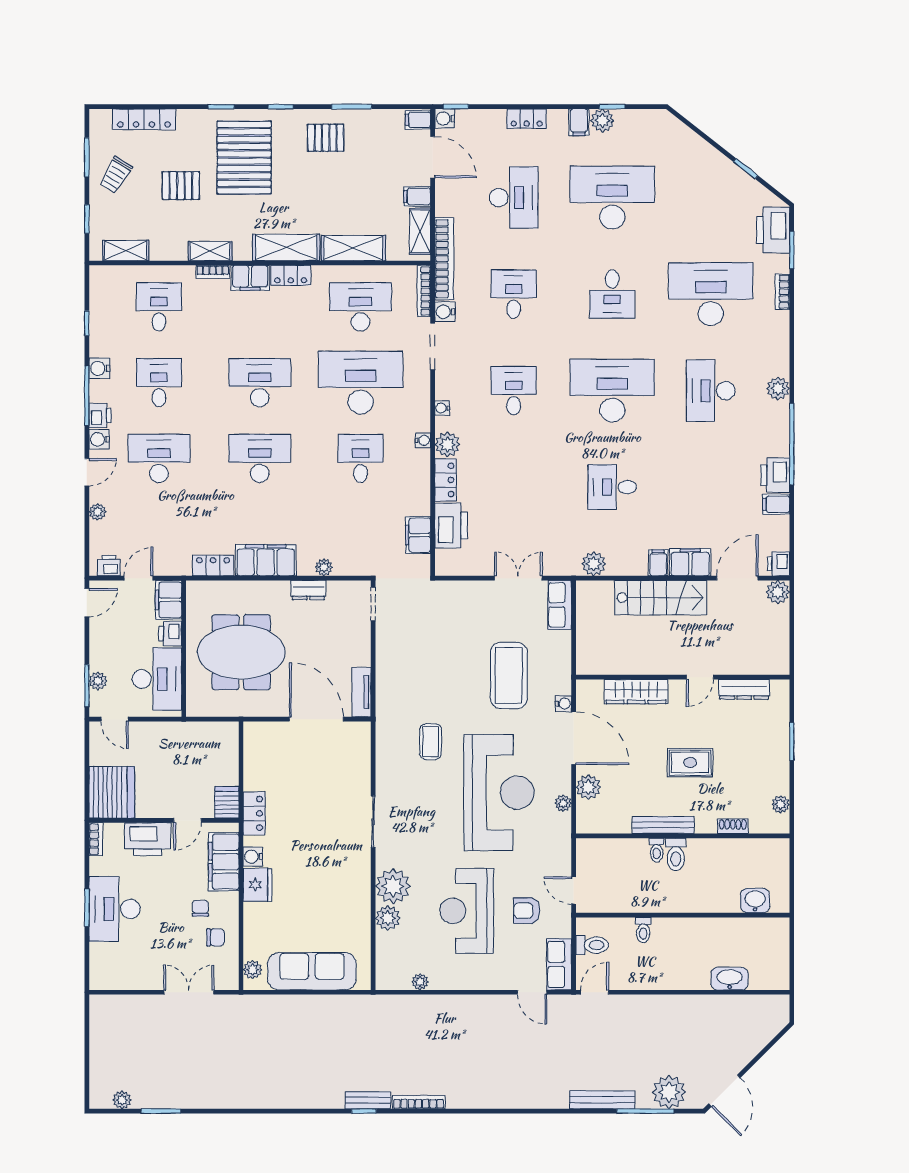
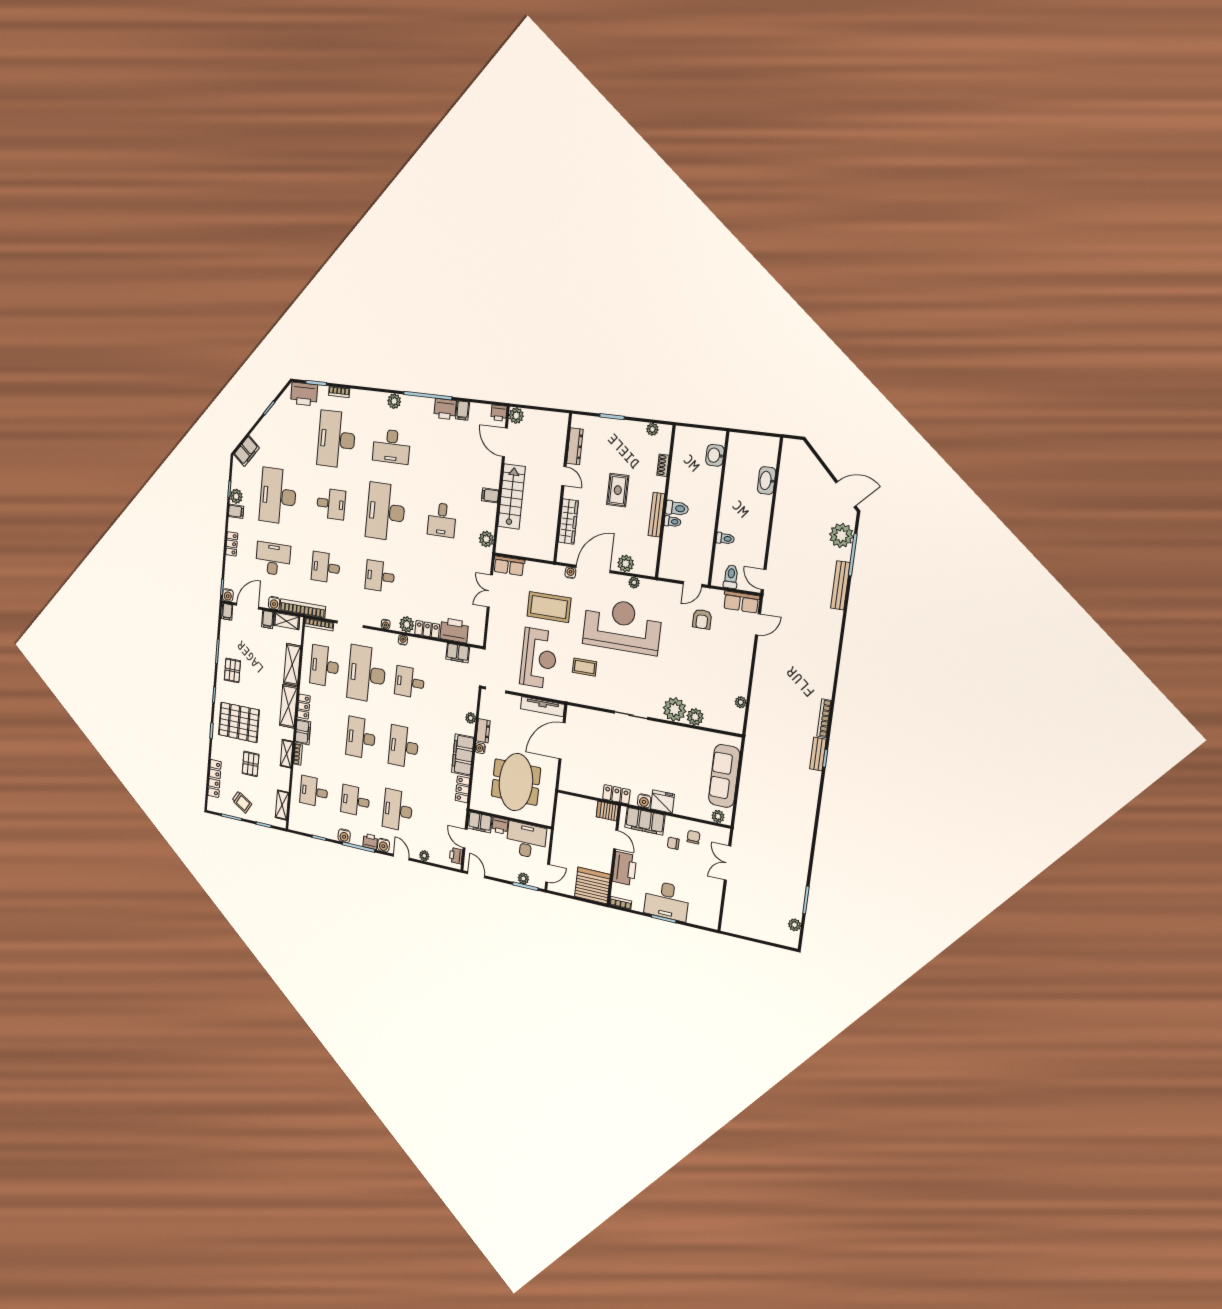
water cooler: (445, 312) -> (274, 603), moved
filing cabinet: (690, 562) -> (247, 451), moved, turned -142
water cooler: (281, 588) -> (480, 748), added
tv unit: (362, 692) -> (542, 707), width x1.41
reception desk: (467, 911) -> (539, 658), moved, turned -90

